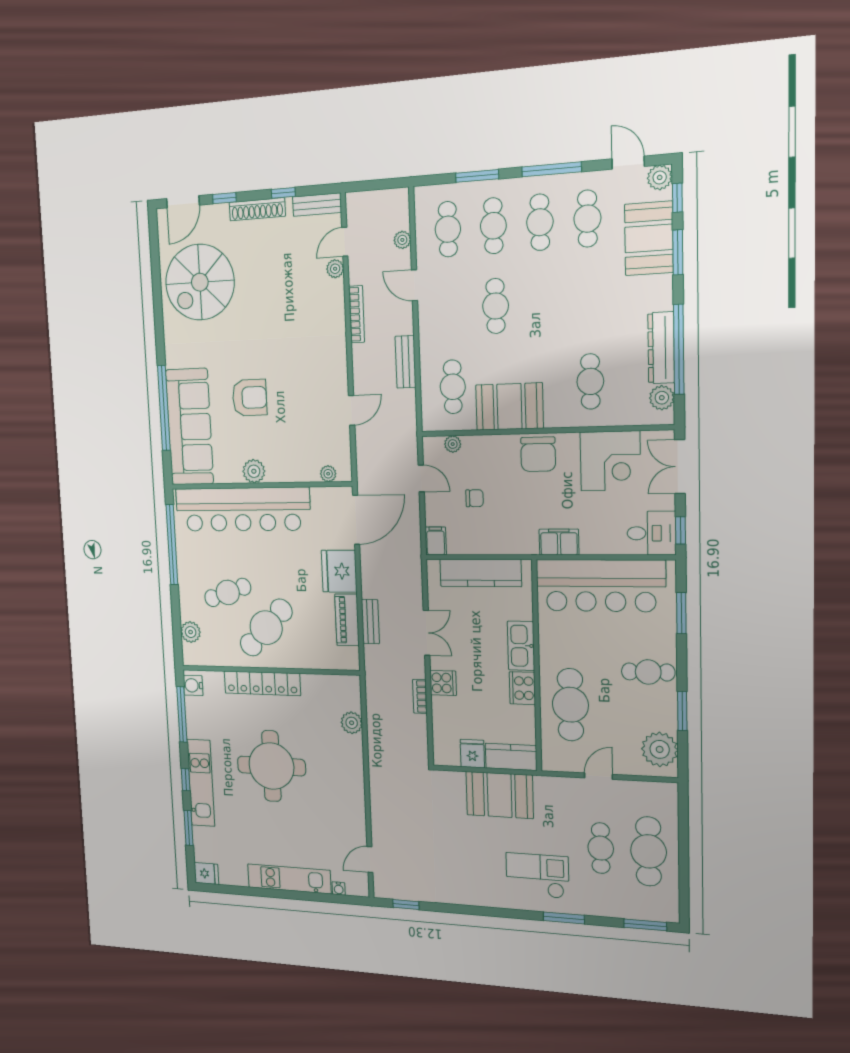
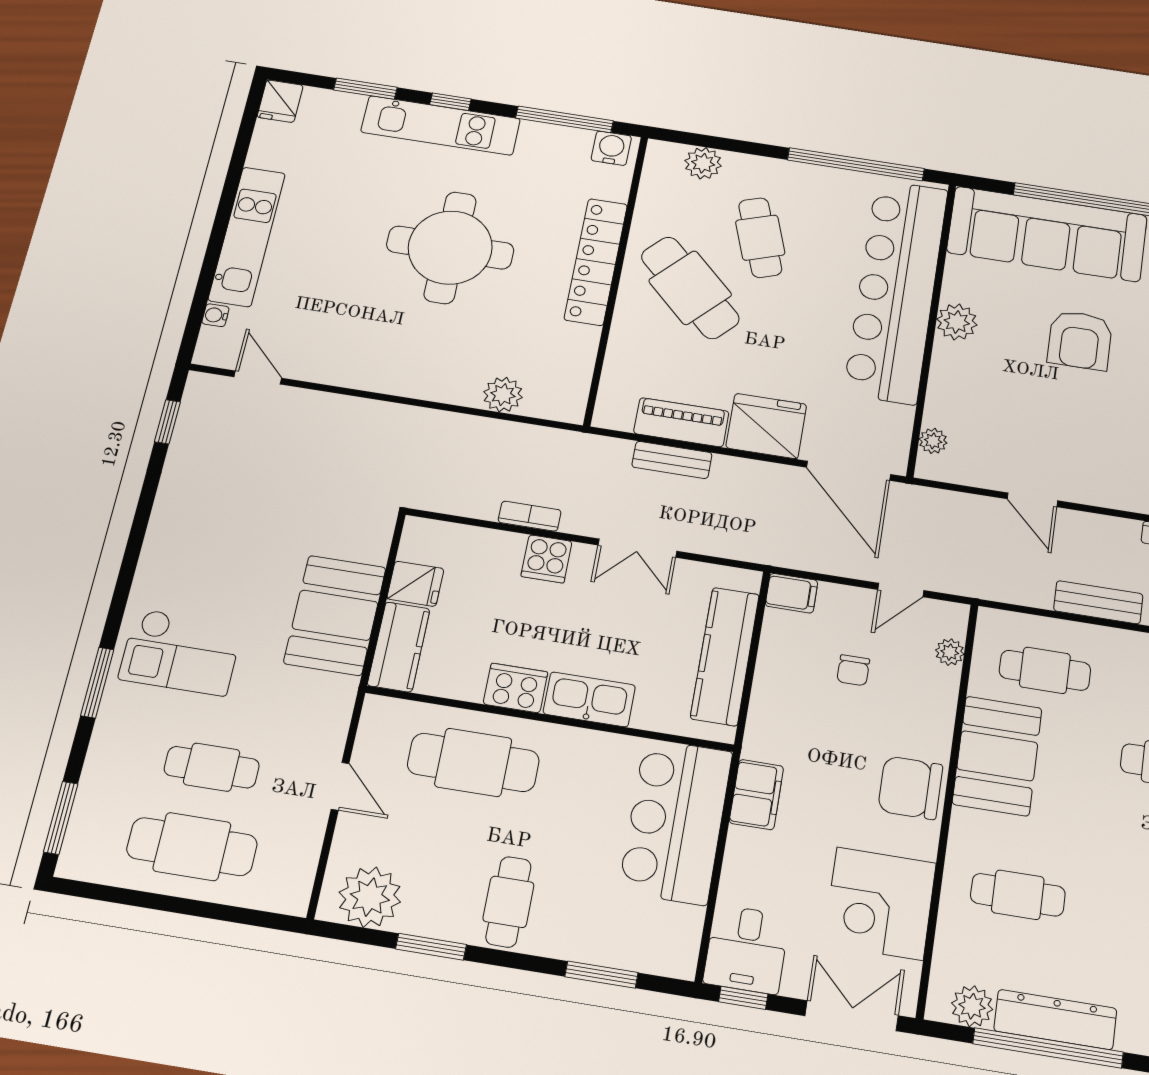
bar counter: (600, 586) -> (676, 821), width x0.73
checkout: (537, 876) -> (181, 652), turned 90

